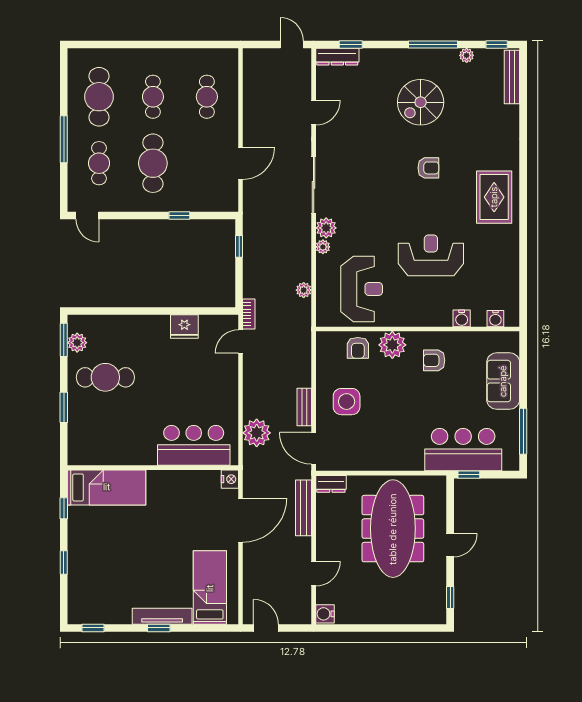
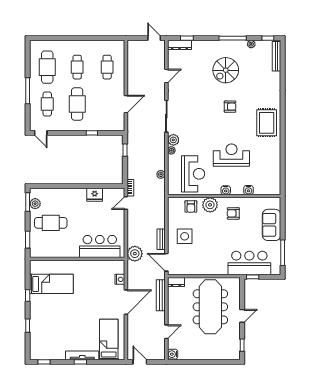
water cooler: (495, 319) -> (226, 190), moved
bar counter: (194, 445) -> (100, 246), moved
wall: (153, 468) -> (77, 259), moved

